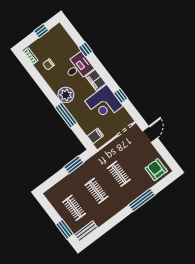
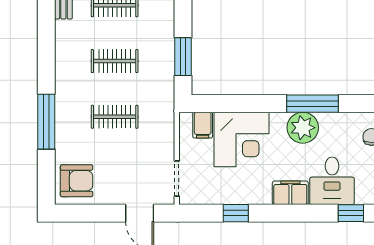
corner desk: (104, 104) -> (241, 139), moved, turned 180
window: (66, 115) -> (313, 104), moved

